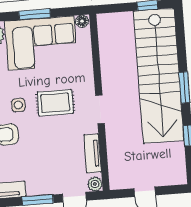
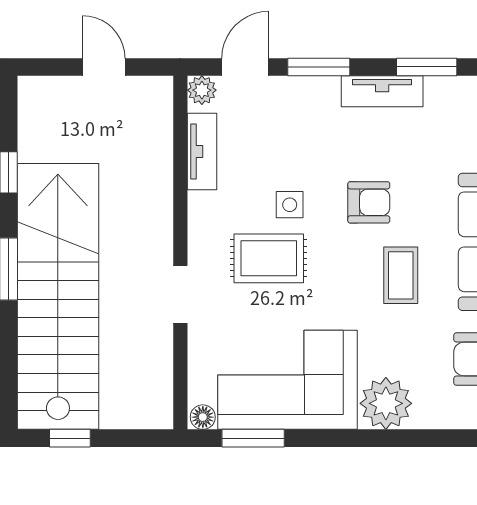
window: (35, 14) -> (253, 438), moved
side table: (18, 105) -> (290, 205), moved
doorway: (100, 109) -> (180, 294), moved

